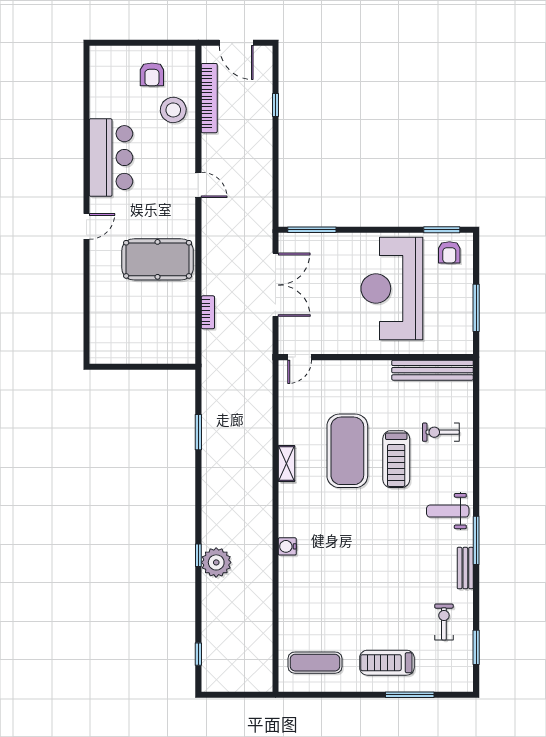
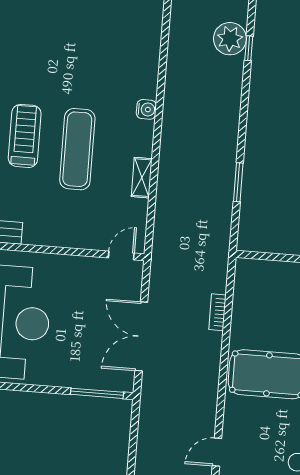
door: (198, 185) -> (217, 452), hinge flipped
exercise mat: (347, 451) -> (77, 149), width x0.68
shelving: (287, 464) -> (142, 178), moved
water cooler: (287, 546) -> (146, 109), moved

